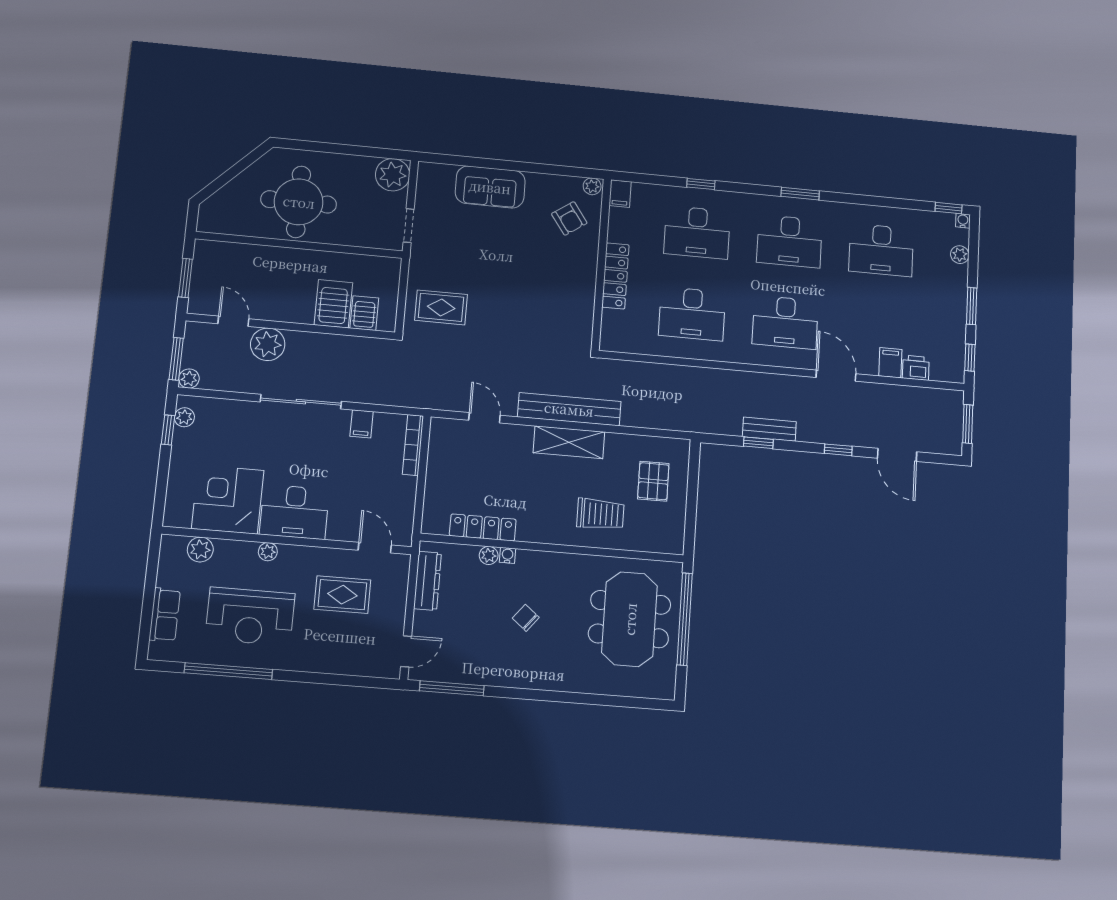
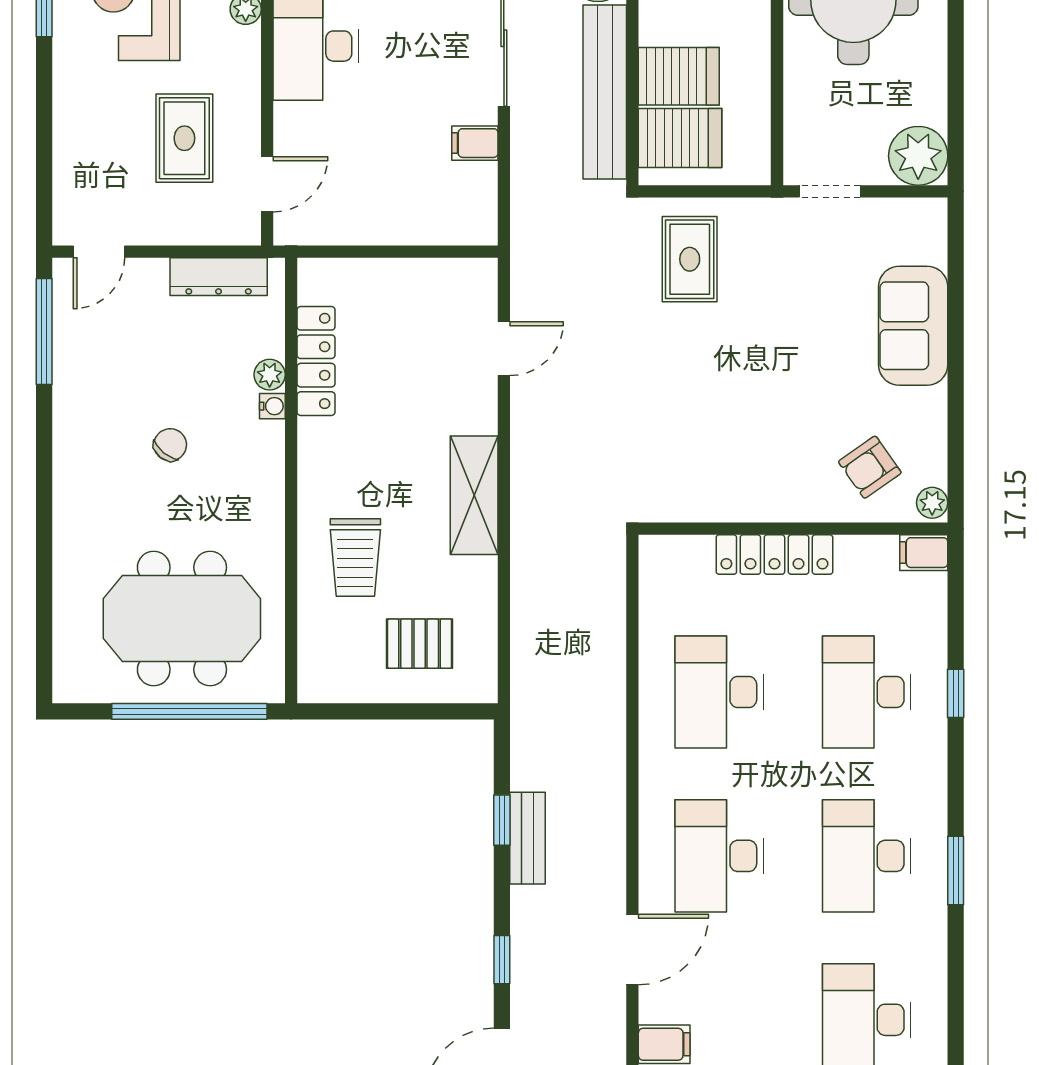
server rack: (364, 313) -> (680, 138), width x1.36, depth x1.44
bench: (569, 409) -> (605, 92), moved
bookcase: (413, 445) -> (446, 232), removed
door: (406, 651) -> (99, 252), hinge flipped

